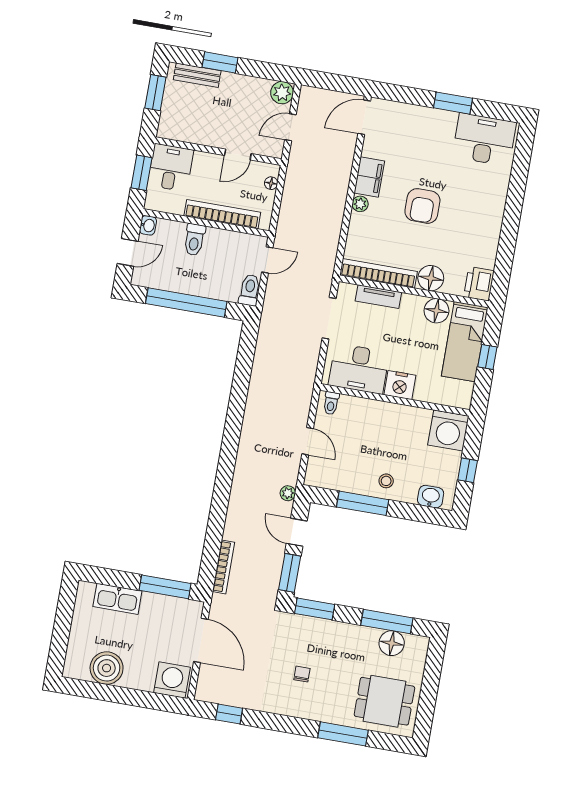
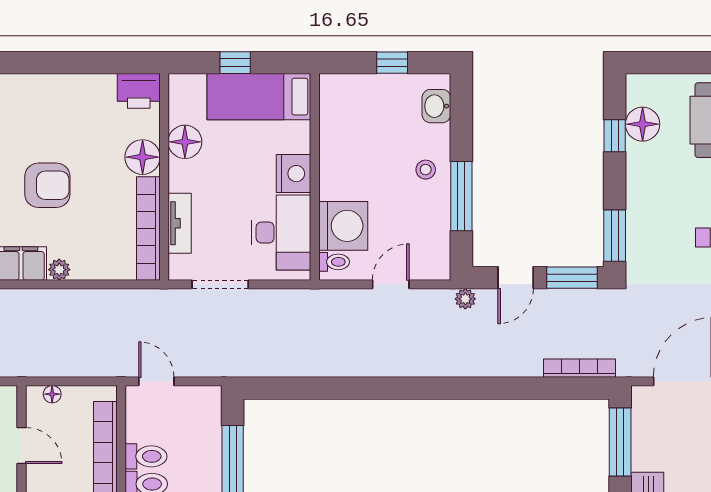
toilet: (250, 290) -> (146, 456), moved, turned 180
bed: (465, 342) -> (259, 97), moved, turned 180
washing machine: (448, 430) -> (343, 226), moved
window: (387, 622) -> (615, 136), width x0.46

